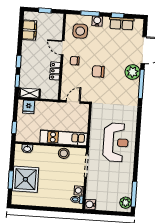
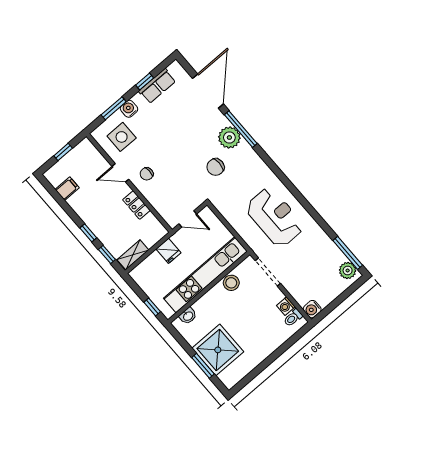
filing cabinet: (29, 30) -> (67, 189), width x0.50
chair: (98, 72) -> (216, 167), moved
plant: (133, 72) -> (229, 138), moved
door: (73, 102) -> (188, 219), swing flipped
fridge: (29, 107) -> (168, 251), moved
kitchen unit: (64, 138) -> (205, 275), width x1.36

